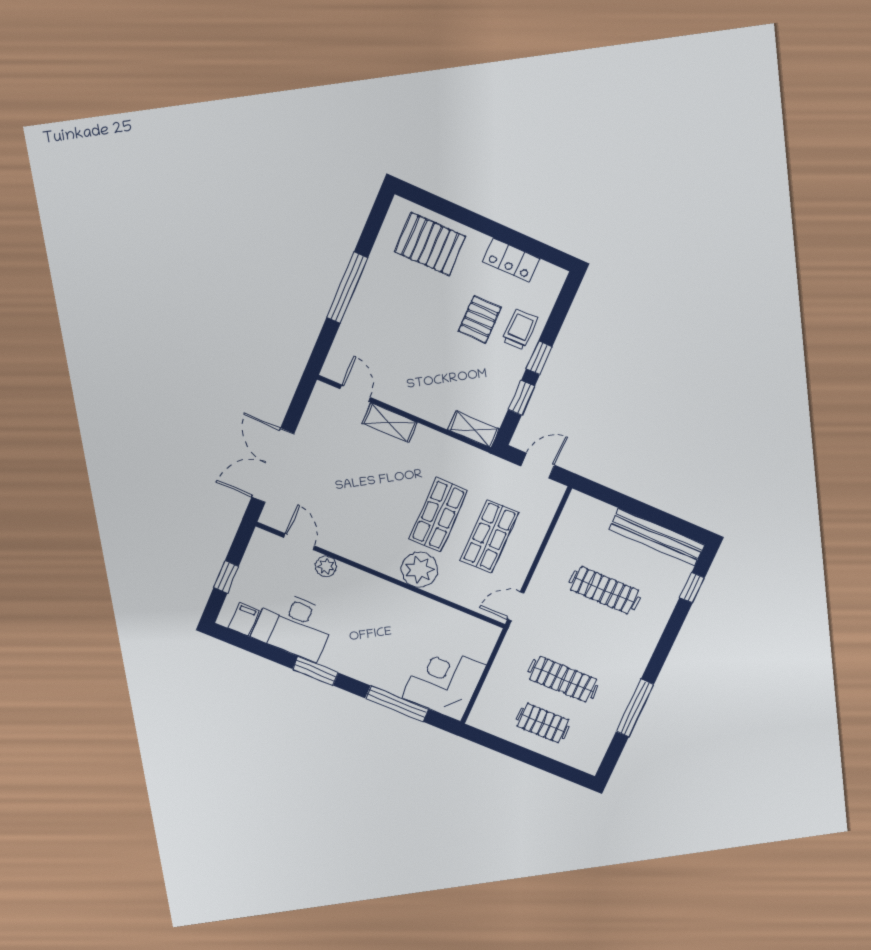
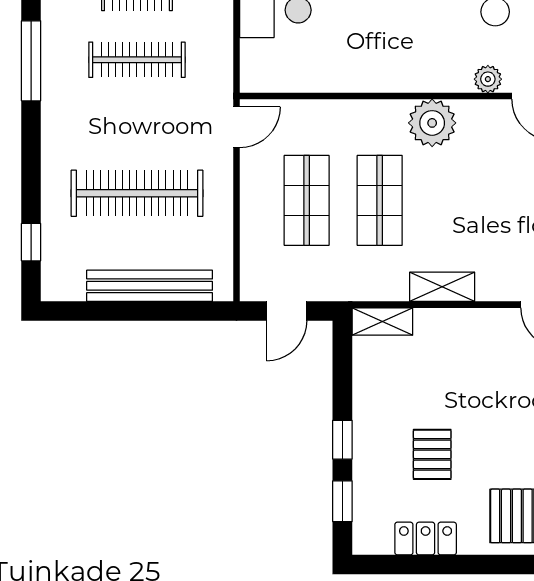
trolley: (520, 330) -> (380, 463), removed
window: (521, 398) -> (342, 501), moved
shelving: (390, 423) -> (442, 287), moved
bench: (657, 537) -> (150, 286), moved
plant: (419, 570) -> (432, 123), moved
clothes rail: (604, 590) -> (137, 193), width x1.37, depth x1.31

